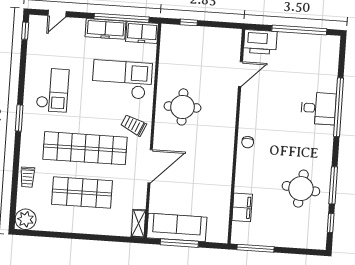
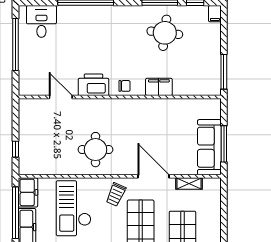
printer: (260, 42) -> (94, 85), moved, turned -90
desk: (318, 108) -> (41, 21), moved
filing cabinet: (242, 207) -> (159, 87), moved
shelving: (138, 223) -> (189, 184), moved
filing cabinet: (317, 243) -> (215, 14), added

